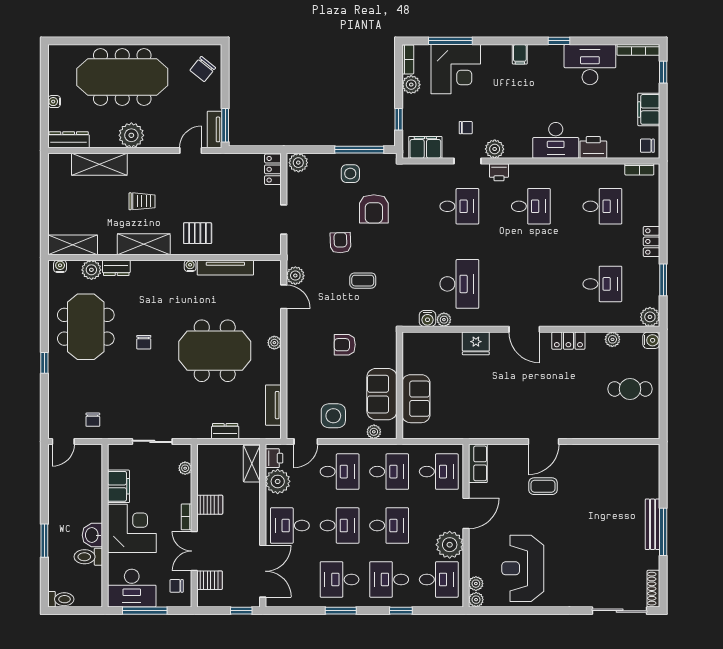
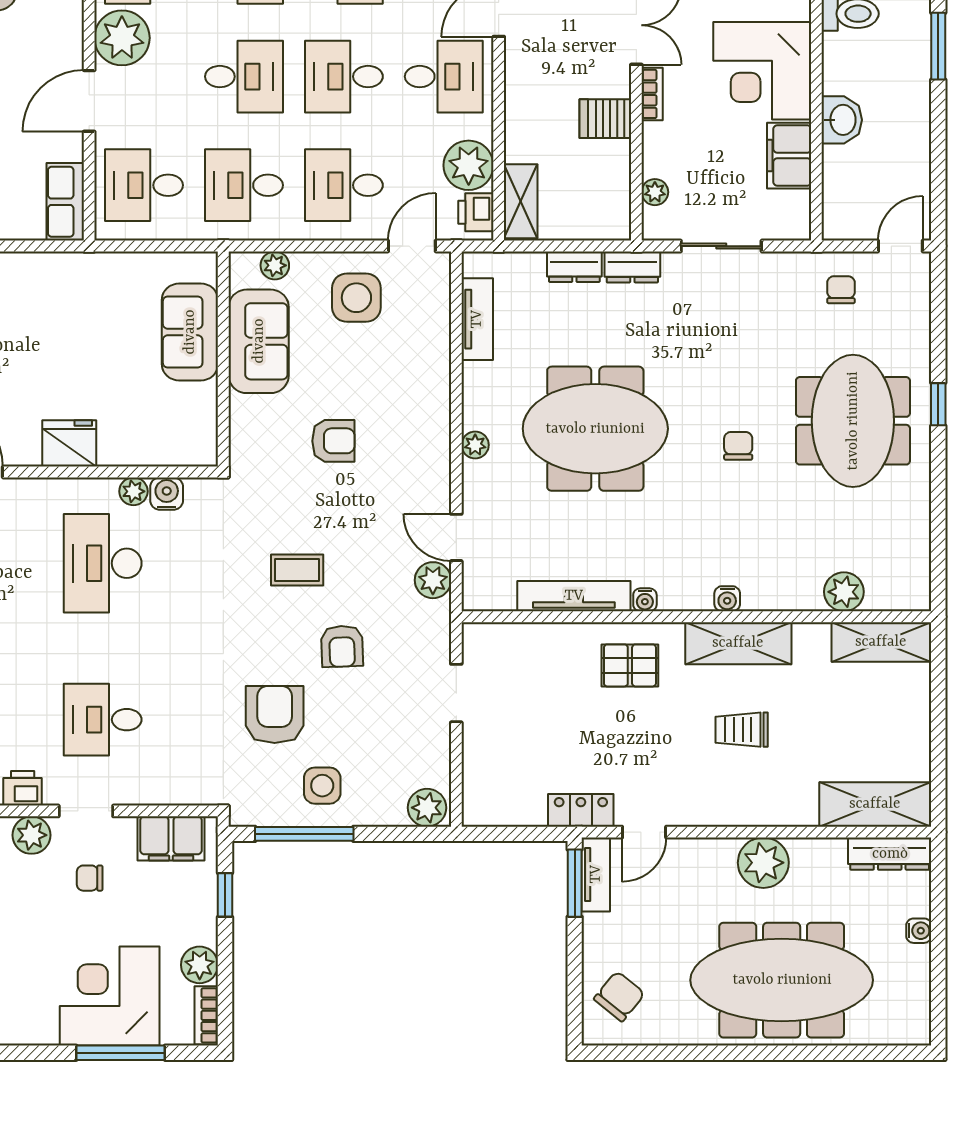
shelving: (99, 164) -> (875, 804), moved
locker: (273, 169) -> (581, 810), moved, turned -90
water cooler: (60, 266) -> (727, 599), moved
dresser: (116, 268) -> (632, 267), moved, turned 180
meeting table: (86, 327) -> (853, 421), moved
desk: (389, 526) -> (244, 77), turned 180
washbasin: (92, 535) -> (842, 120), moved

